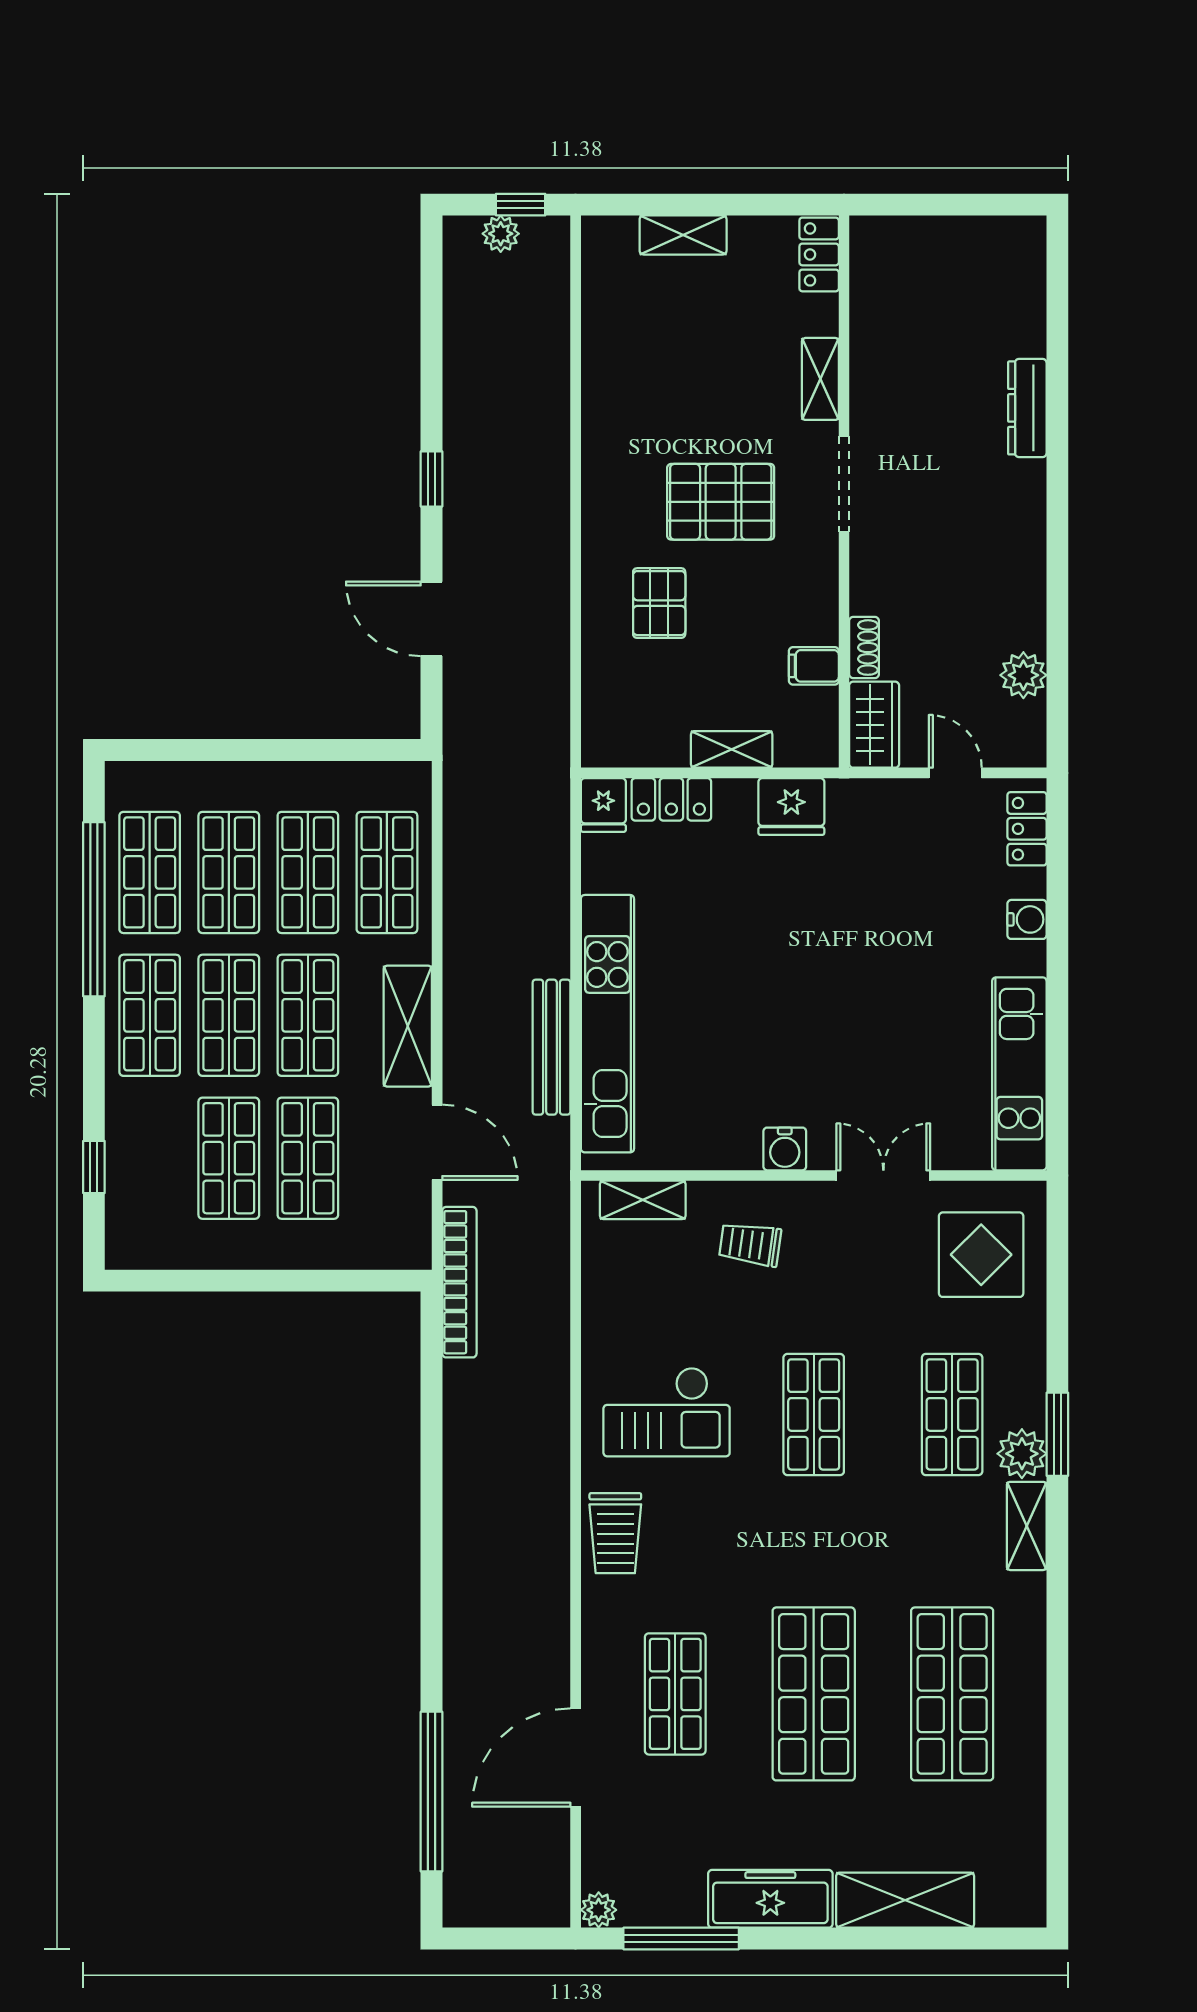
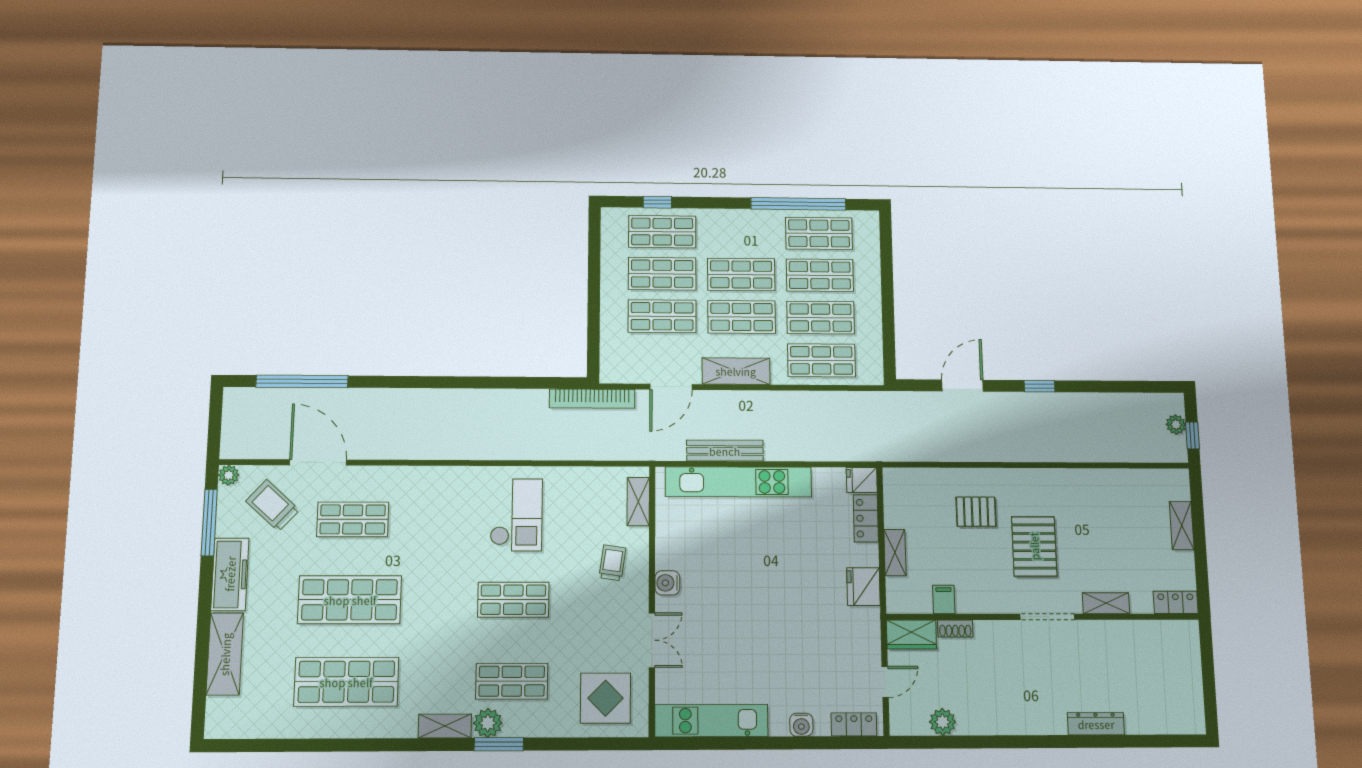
shop shelf: (150, 1015) -> (662, 232), moved
checkout: (667, 1412) -> (516, 515), turned 180
trolley: (615, 1533) -> (273, 505), moved, turned 42

